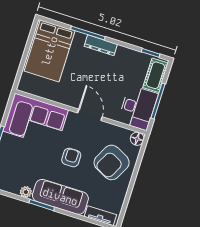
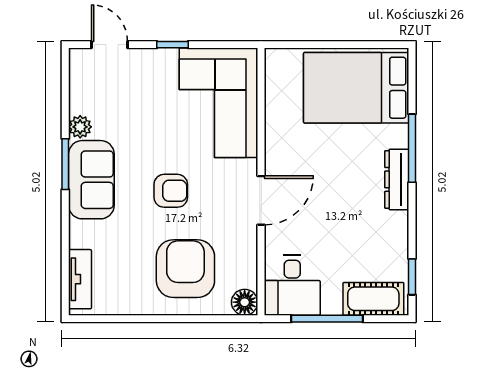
desk: (138, 108) -> (292, 285), width x0.73
armchair: (112, 162) -> (185, 269), turned 63
sofa: (60, 197) -> (91, 180), width x0.73

